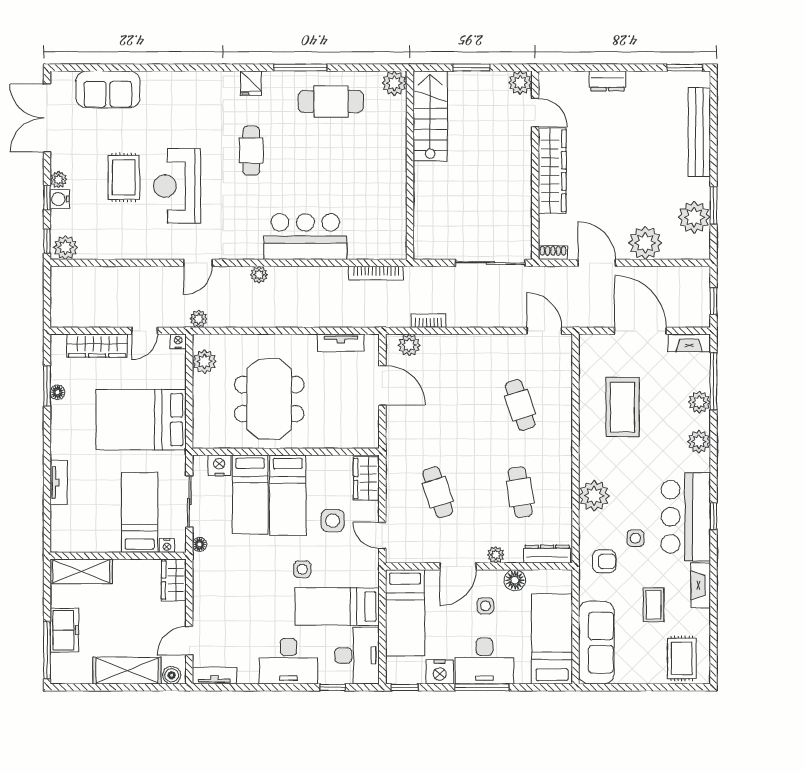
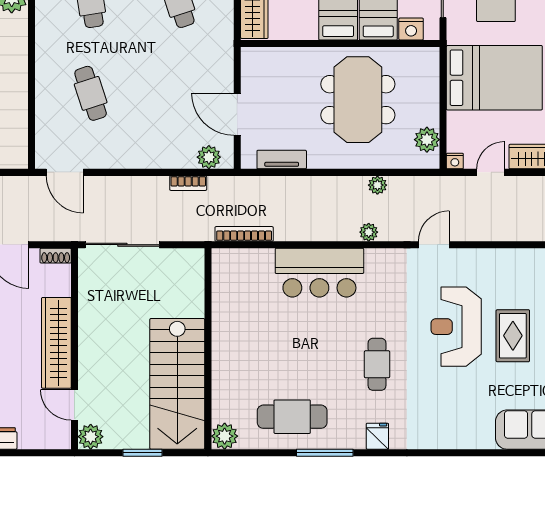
stairs: (430, 116) -> (177, 384), width x1.36, depth x1.51
reception desk: (177, 186) -> (456, 327), turned 180
plant: (199, 319) -> (377, 185), moved

